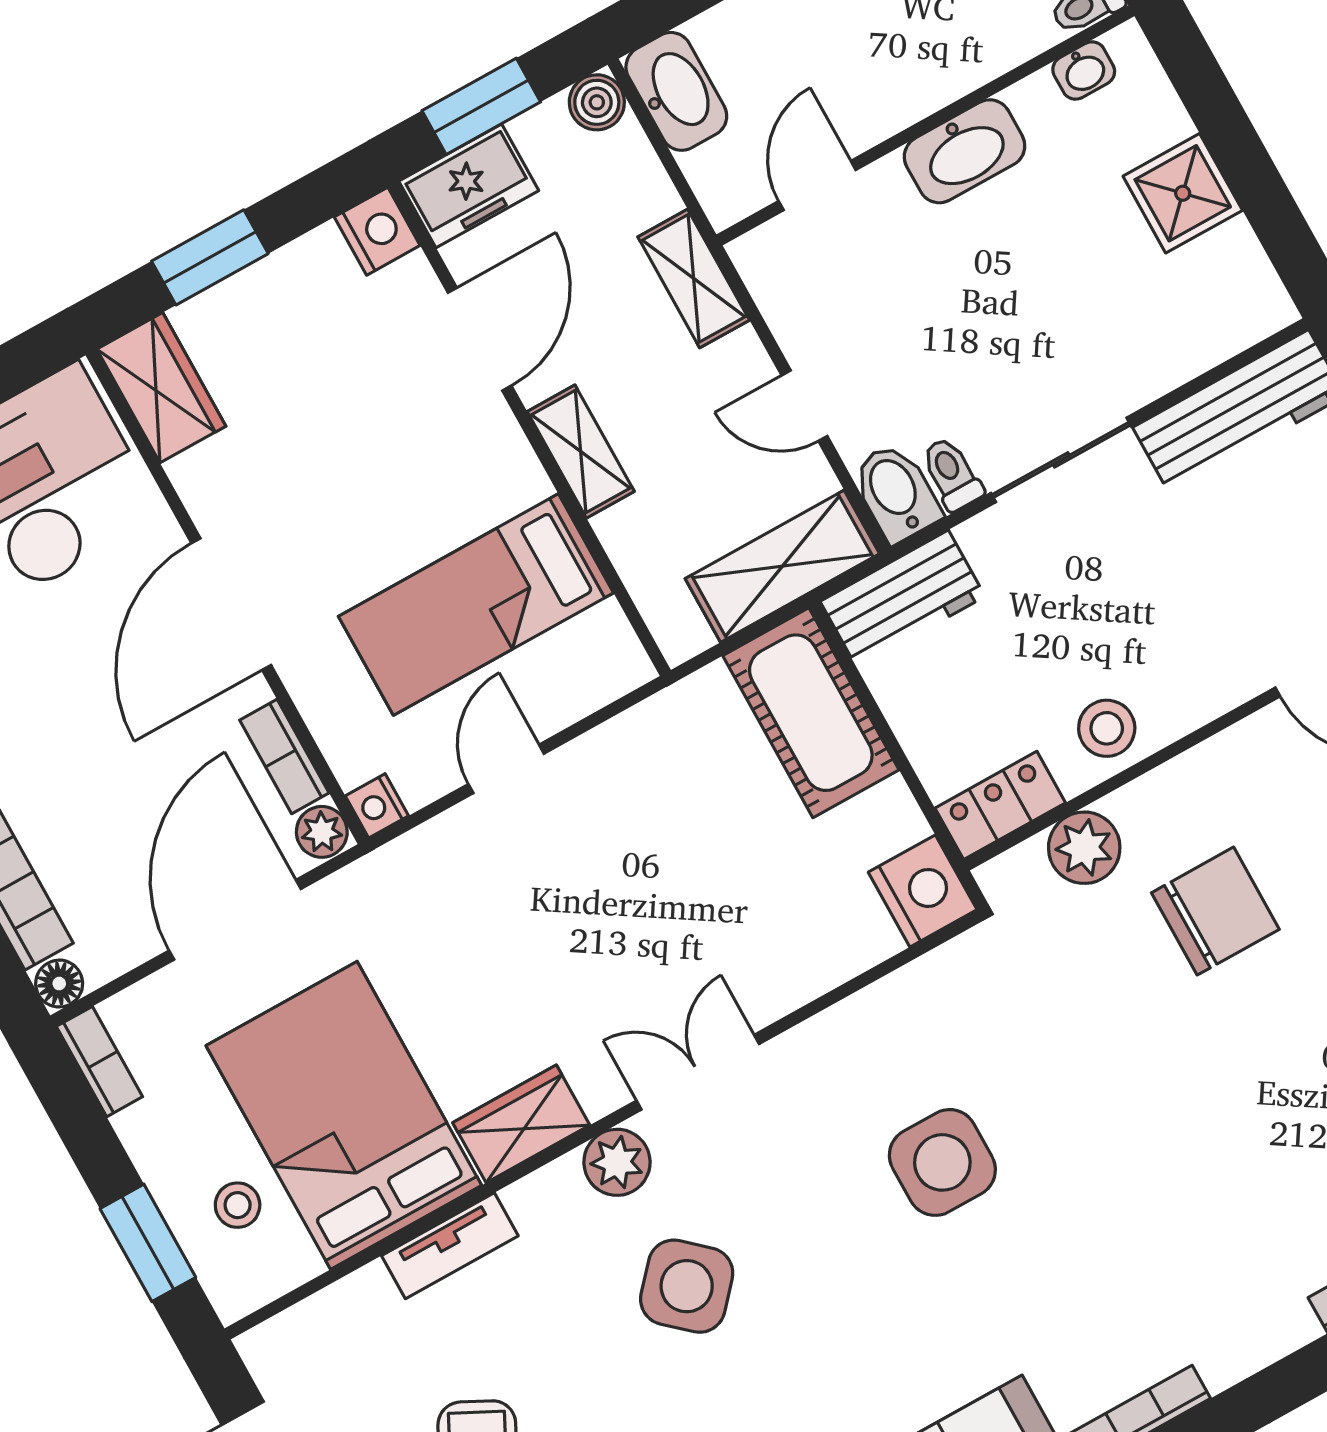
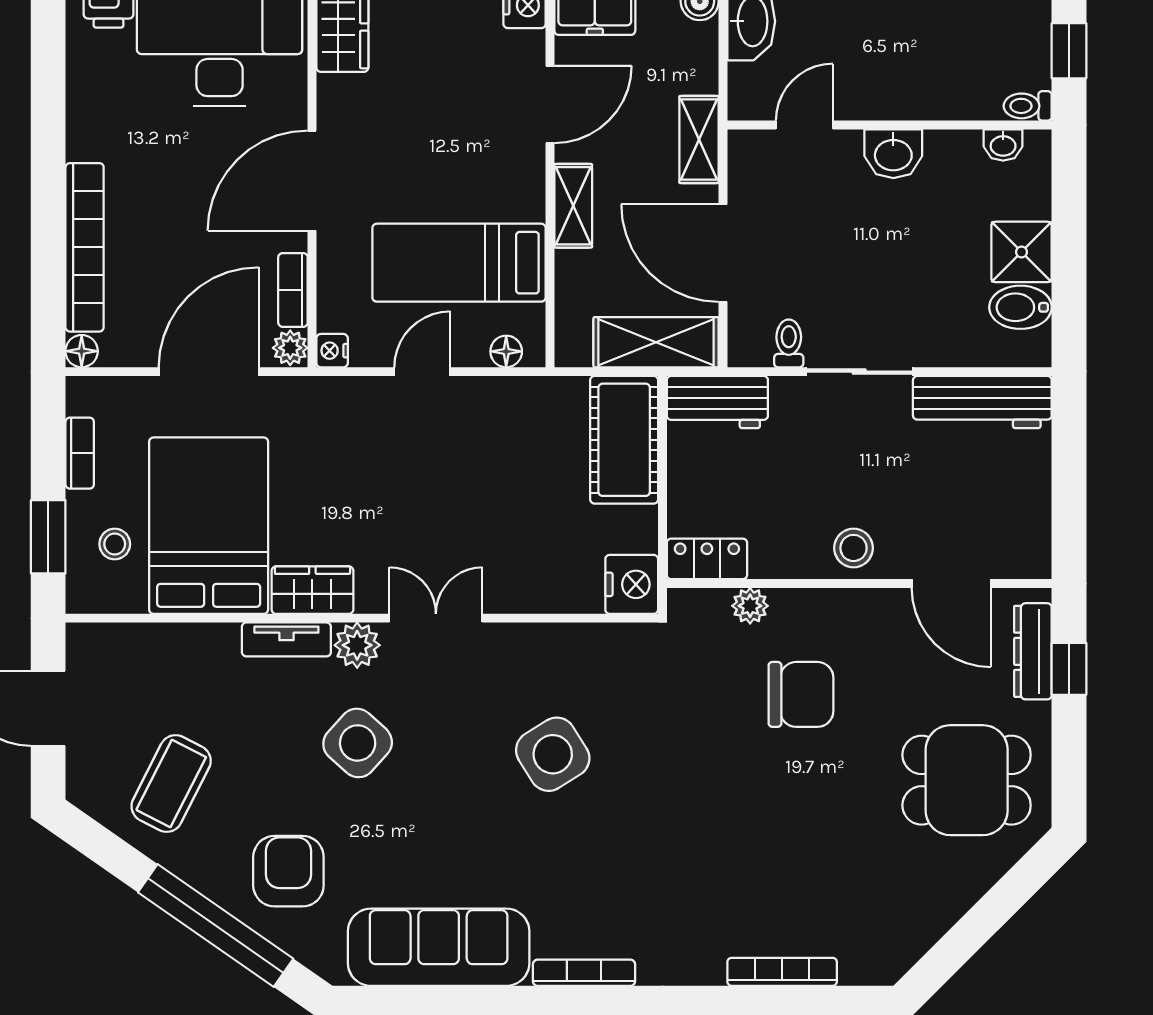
washbasin: (965, 151) -> (893, 154), width x0.72
door: (804, 406) -> (723, 253), width x1.87
bidet: (896, 493) -> (1020, 307), moved, turned -90
floor lamp: (599, 684) -> (506, 351), added
stool: (1107, 728) -> (854, 548), moved
plant: (1084, 848) -> (750, 606), width x0.73, depth x0.73
bookcase: (99, 1062) -> (80, 453), moved
side table: (942, 1162) -> (553, 754), turned -32
tv unit: (450, 1246) -> (286, 639), moved

